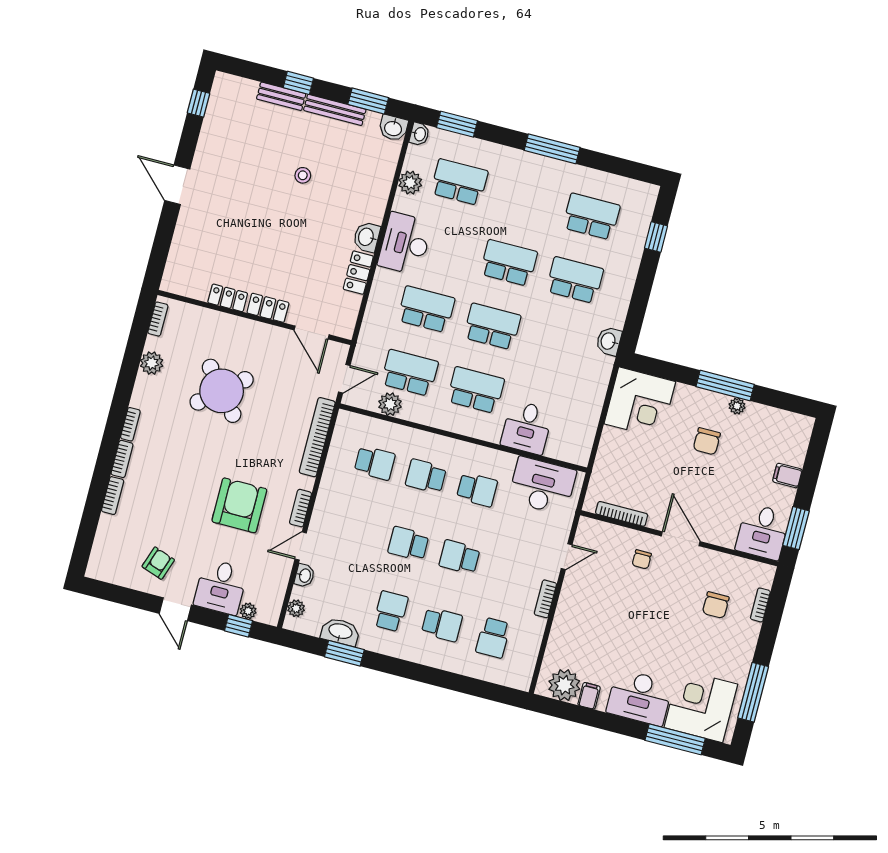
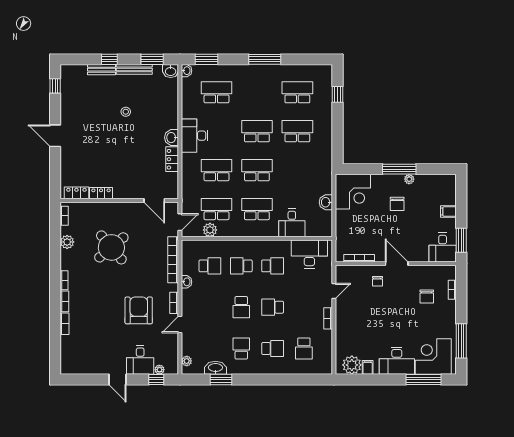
plant: (410, 183) -> (188, 100), removed
locker: (268, 308) -> (76, 193), moved
washbasin: (609, 341) -> (326, 202), moved
school desk: (408, 544) -> (241, 307), turned -90
armchair: (158, 563) -> (101, 356), removed
washbasin: (305, 576) -> (187, 282), moved

